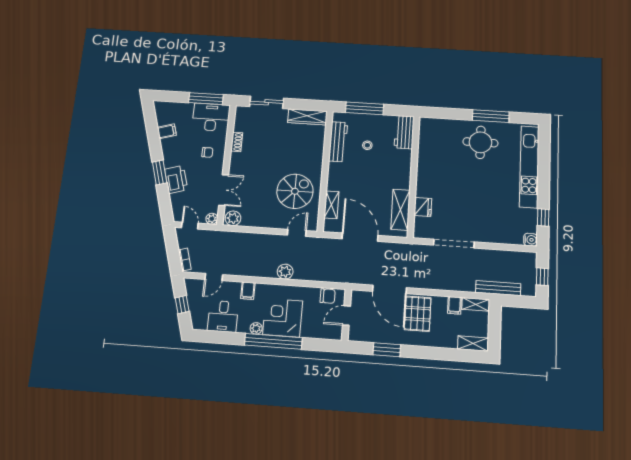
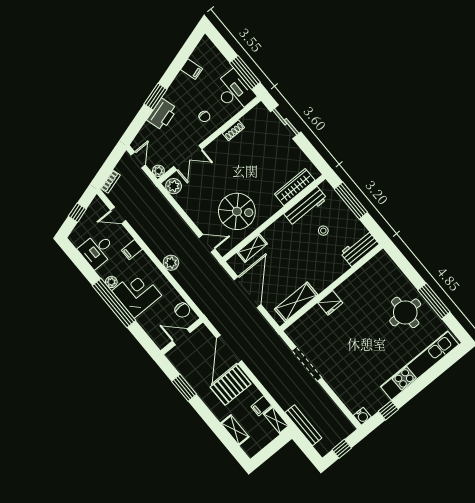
wardrobe: (307, 117) -> (295, 187), moved, turned 90
fridge: (423, 207) -> (330, 303), moved
shelving: (473, 343) -> (235, 430), moved

